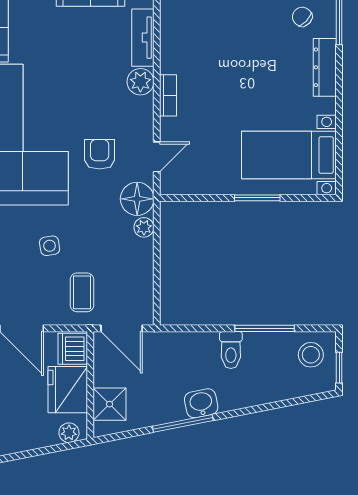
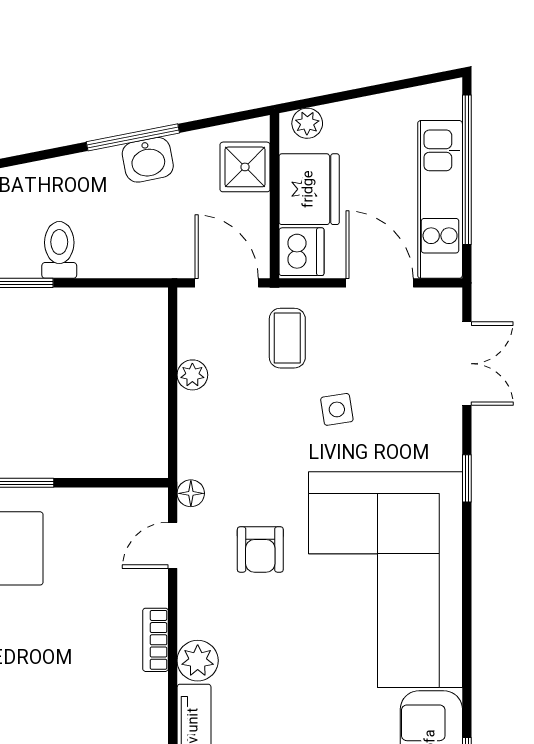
floor lamp: (137, 199) -> (191, 493), width x0.53, depth x0.53
plant: (144, 227) -> (192, 375), moved
washbasin: (201, 403) -> (148, 160), moved

